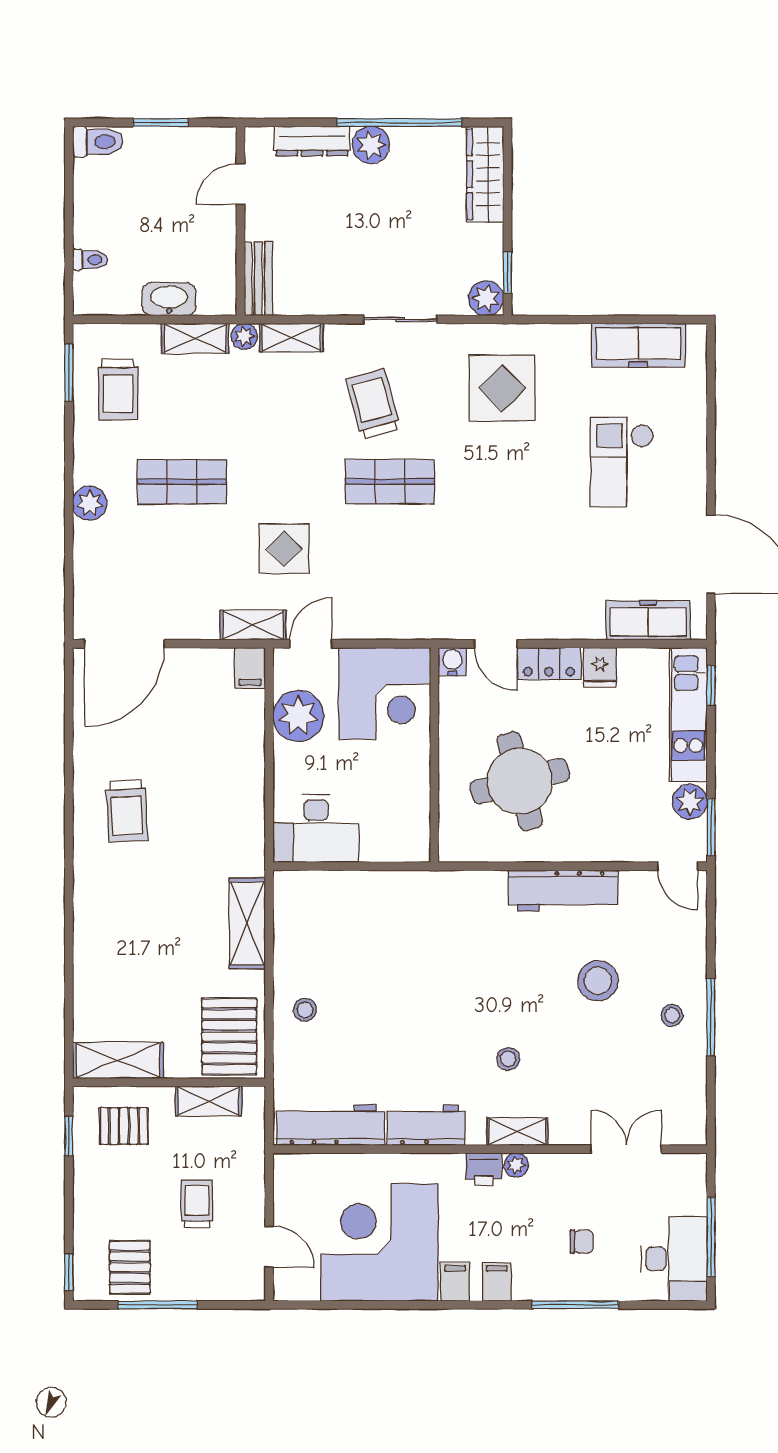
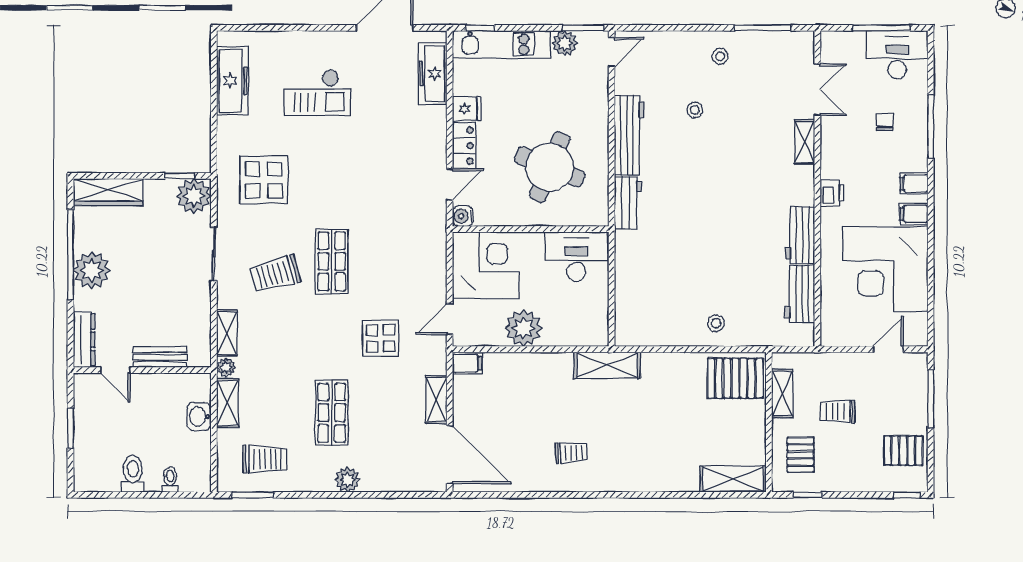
dresser: (312, 141) -> (84, 340), moved
toilet: (98, 142) -> (133, 474), moved
plant: (371, 145) -> (92, 270), width x1.36, depth x1.36
bench: (258, 279) -> (160, 357), moved
plant: (486, 298) -> (194, 196), width x1.36, depth x1.36
washbasin: (169, 299) -> (199, 417), width x0.72
shelving: (253, 625) -> (436, 399), moved
door: (311, 644) -> (450, 319), hinge flipped
plant: (298, 716) -> (523, 328), moved
round table: (520, 781) -> (550, 167), turned 37
trolley: (127, 811) -> (571, 453), width x0.73, depth x0.72
desk: (316, 829) -> (576, 256), moved, turned -90
workbench: (470, 889) -> (628, 203), added
shelving: (247, 924) -> (607, 365), moved
stool: (598, 981) -> (695, 110), width x0.53, depth x0.53
window: (711, 1017) -> (763, 28), moved
stool: (508, 1059) -> (752, 175), removed
shelving: (118, 1060) -> (733, 479), moved, turned 90
workbench: (330, 1125) -> (800, 294), width x0.73
shelving: (517, 1132) -> (805, 142), moved
double door: (626, 1149) -> (817, 90), swing flipped
plant: (516, 1165) -> (829, 169), removed
trolley: (197, 1204) -> (838, 411), moved
window: (158, 1305) -> (931, 399), moved

